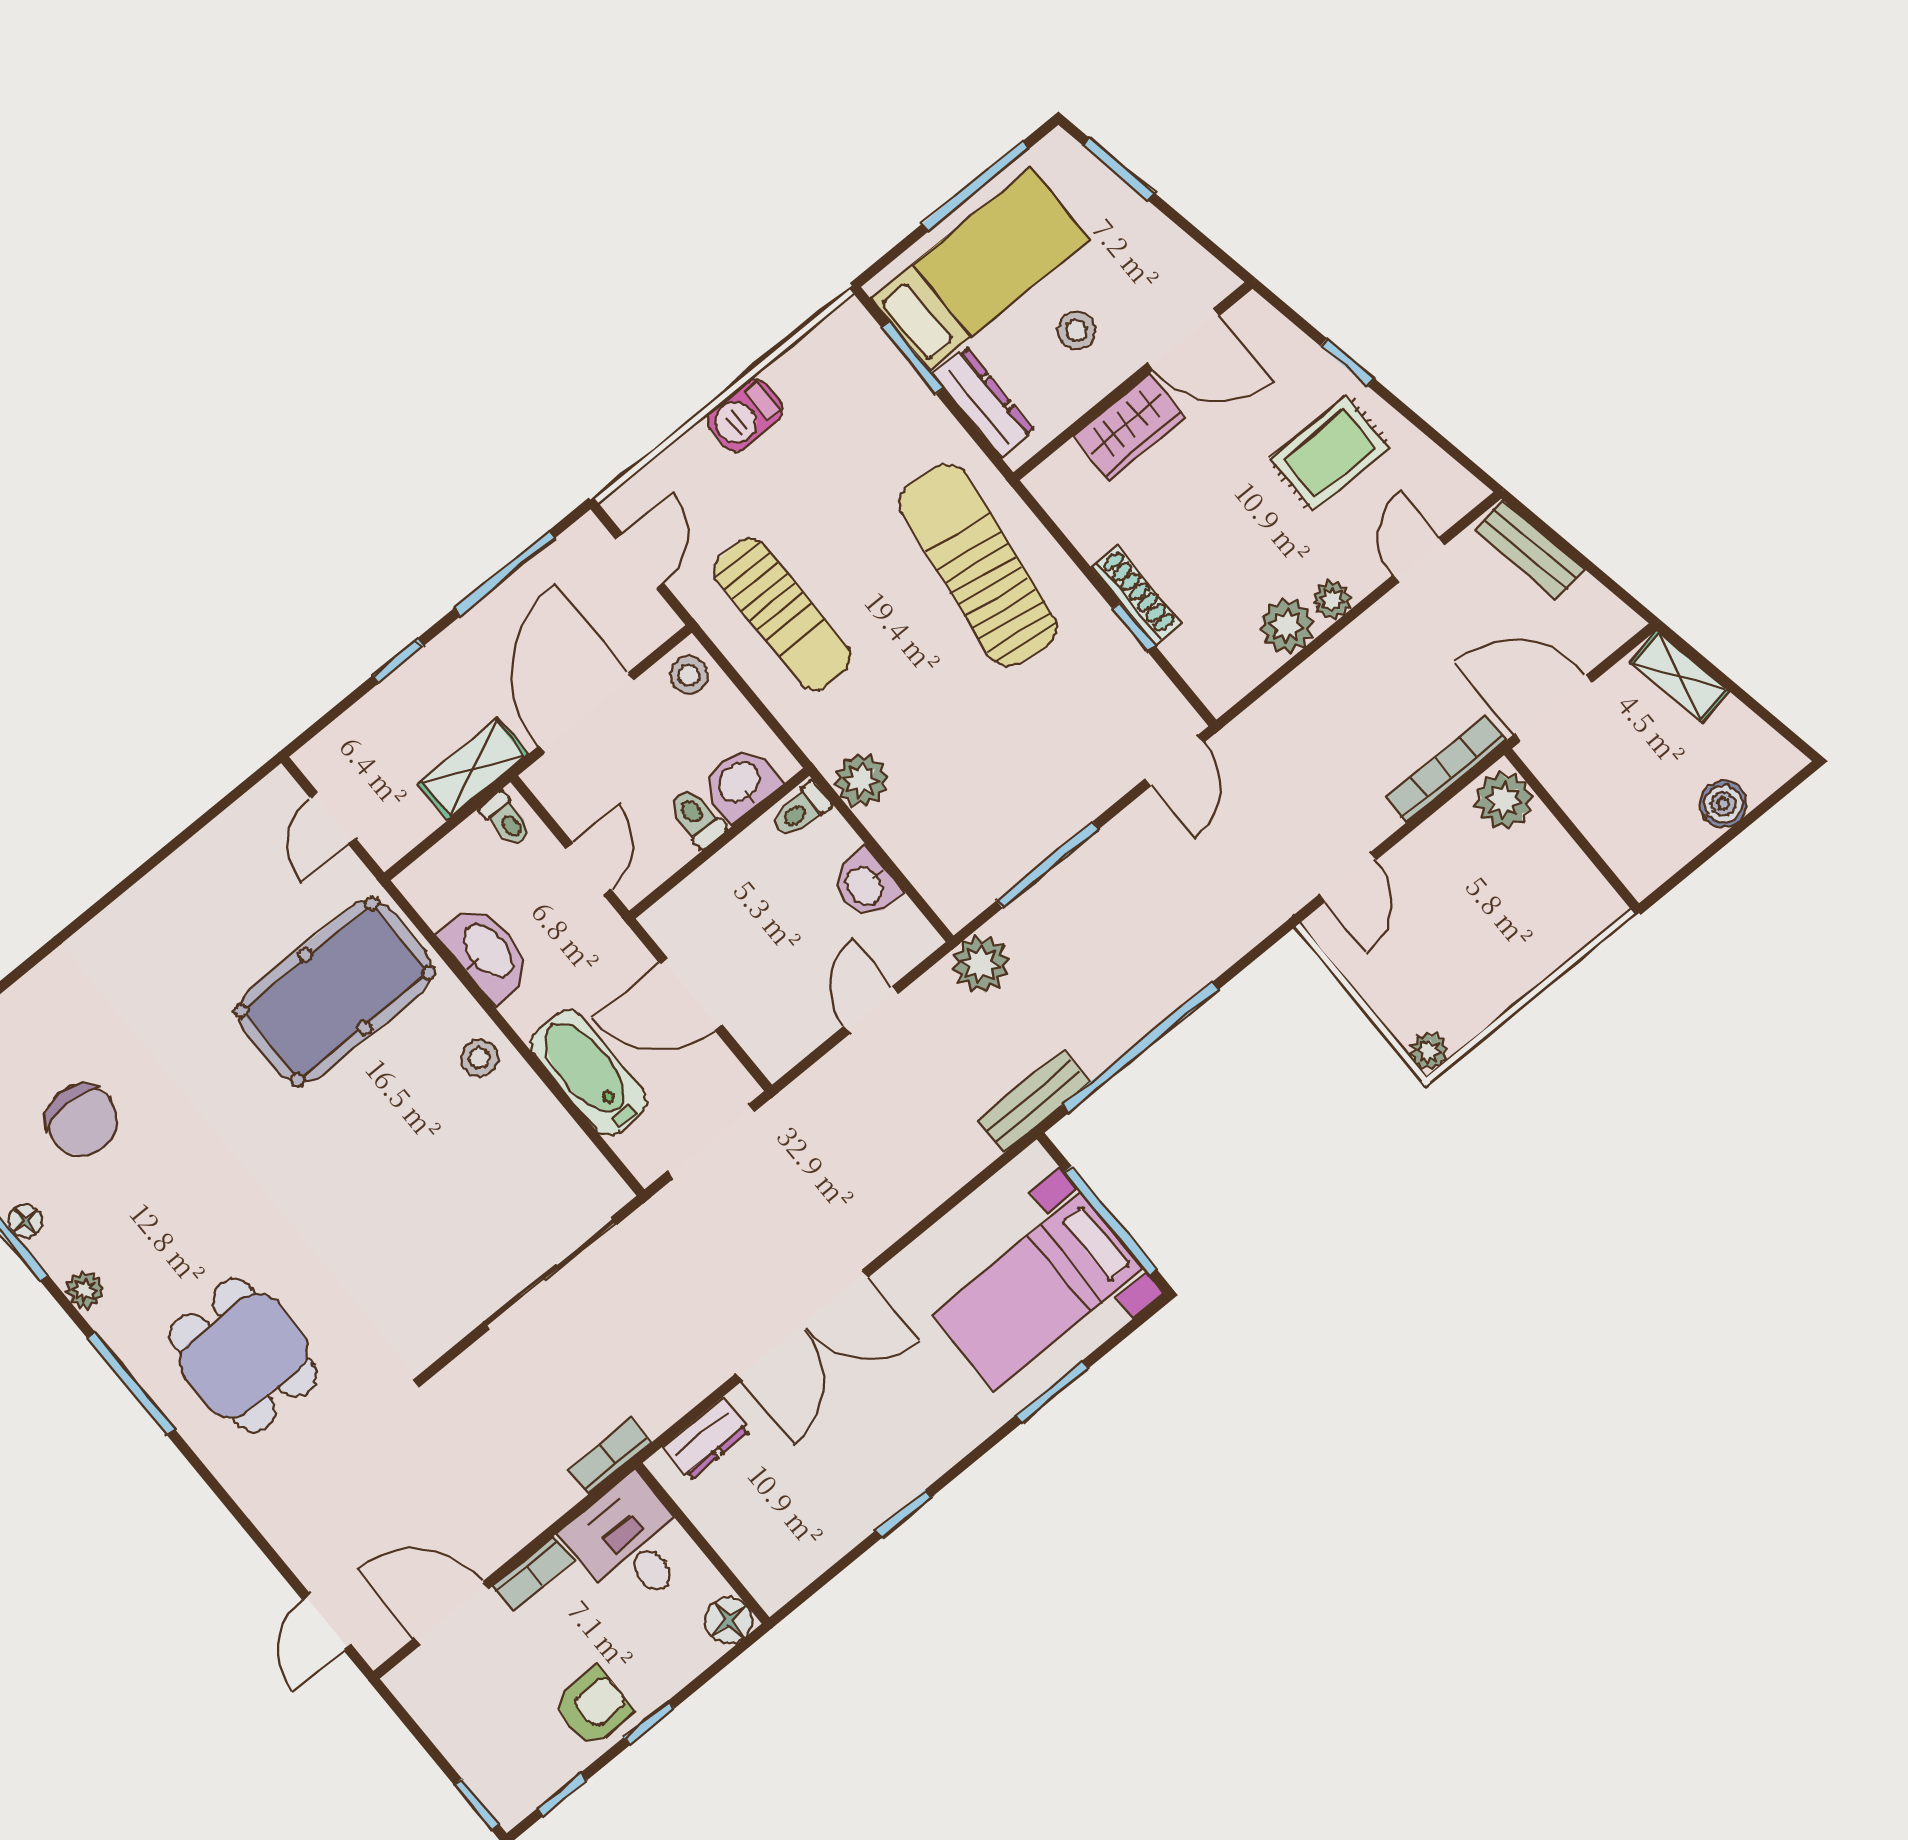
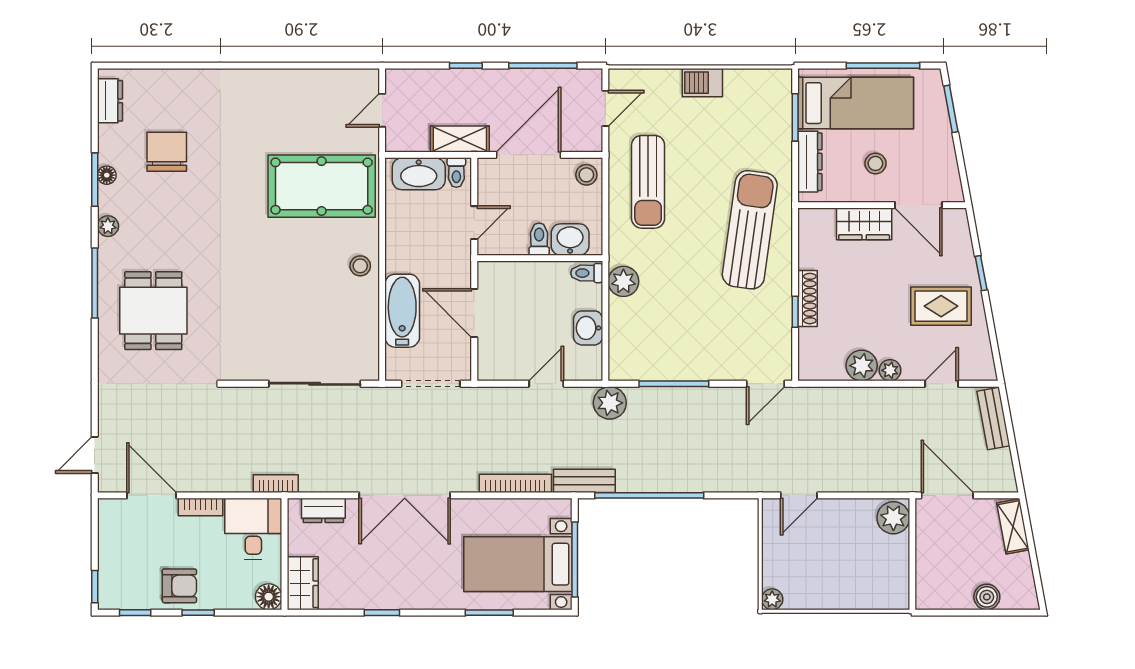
bookcase: (1446, 769) -> (515, 483), moved
washbasin: (487, 952) -> (419, 174), moved, turned 90
chair: (82, 1120) -> (167, 152), turned 180
wardrobe: (761, 1563) -> (303, 583), added

